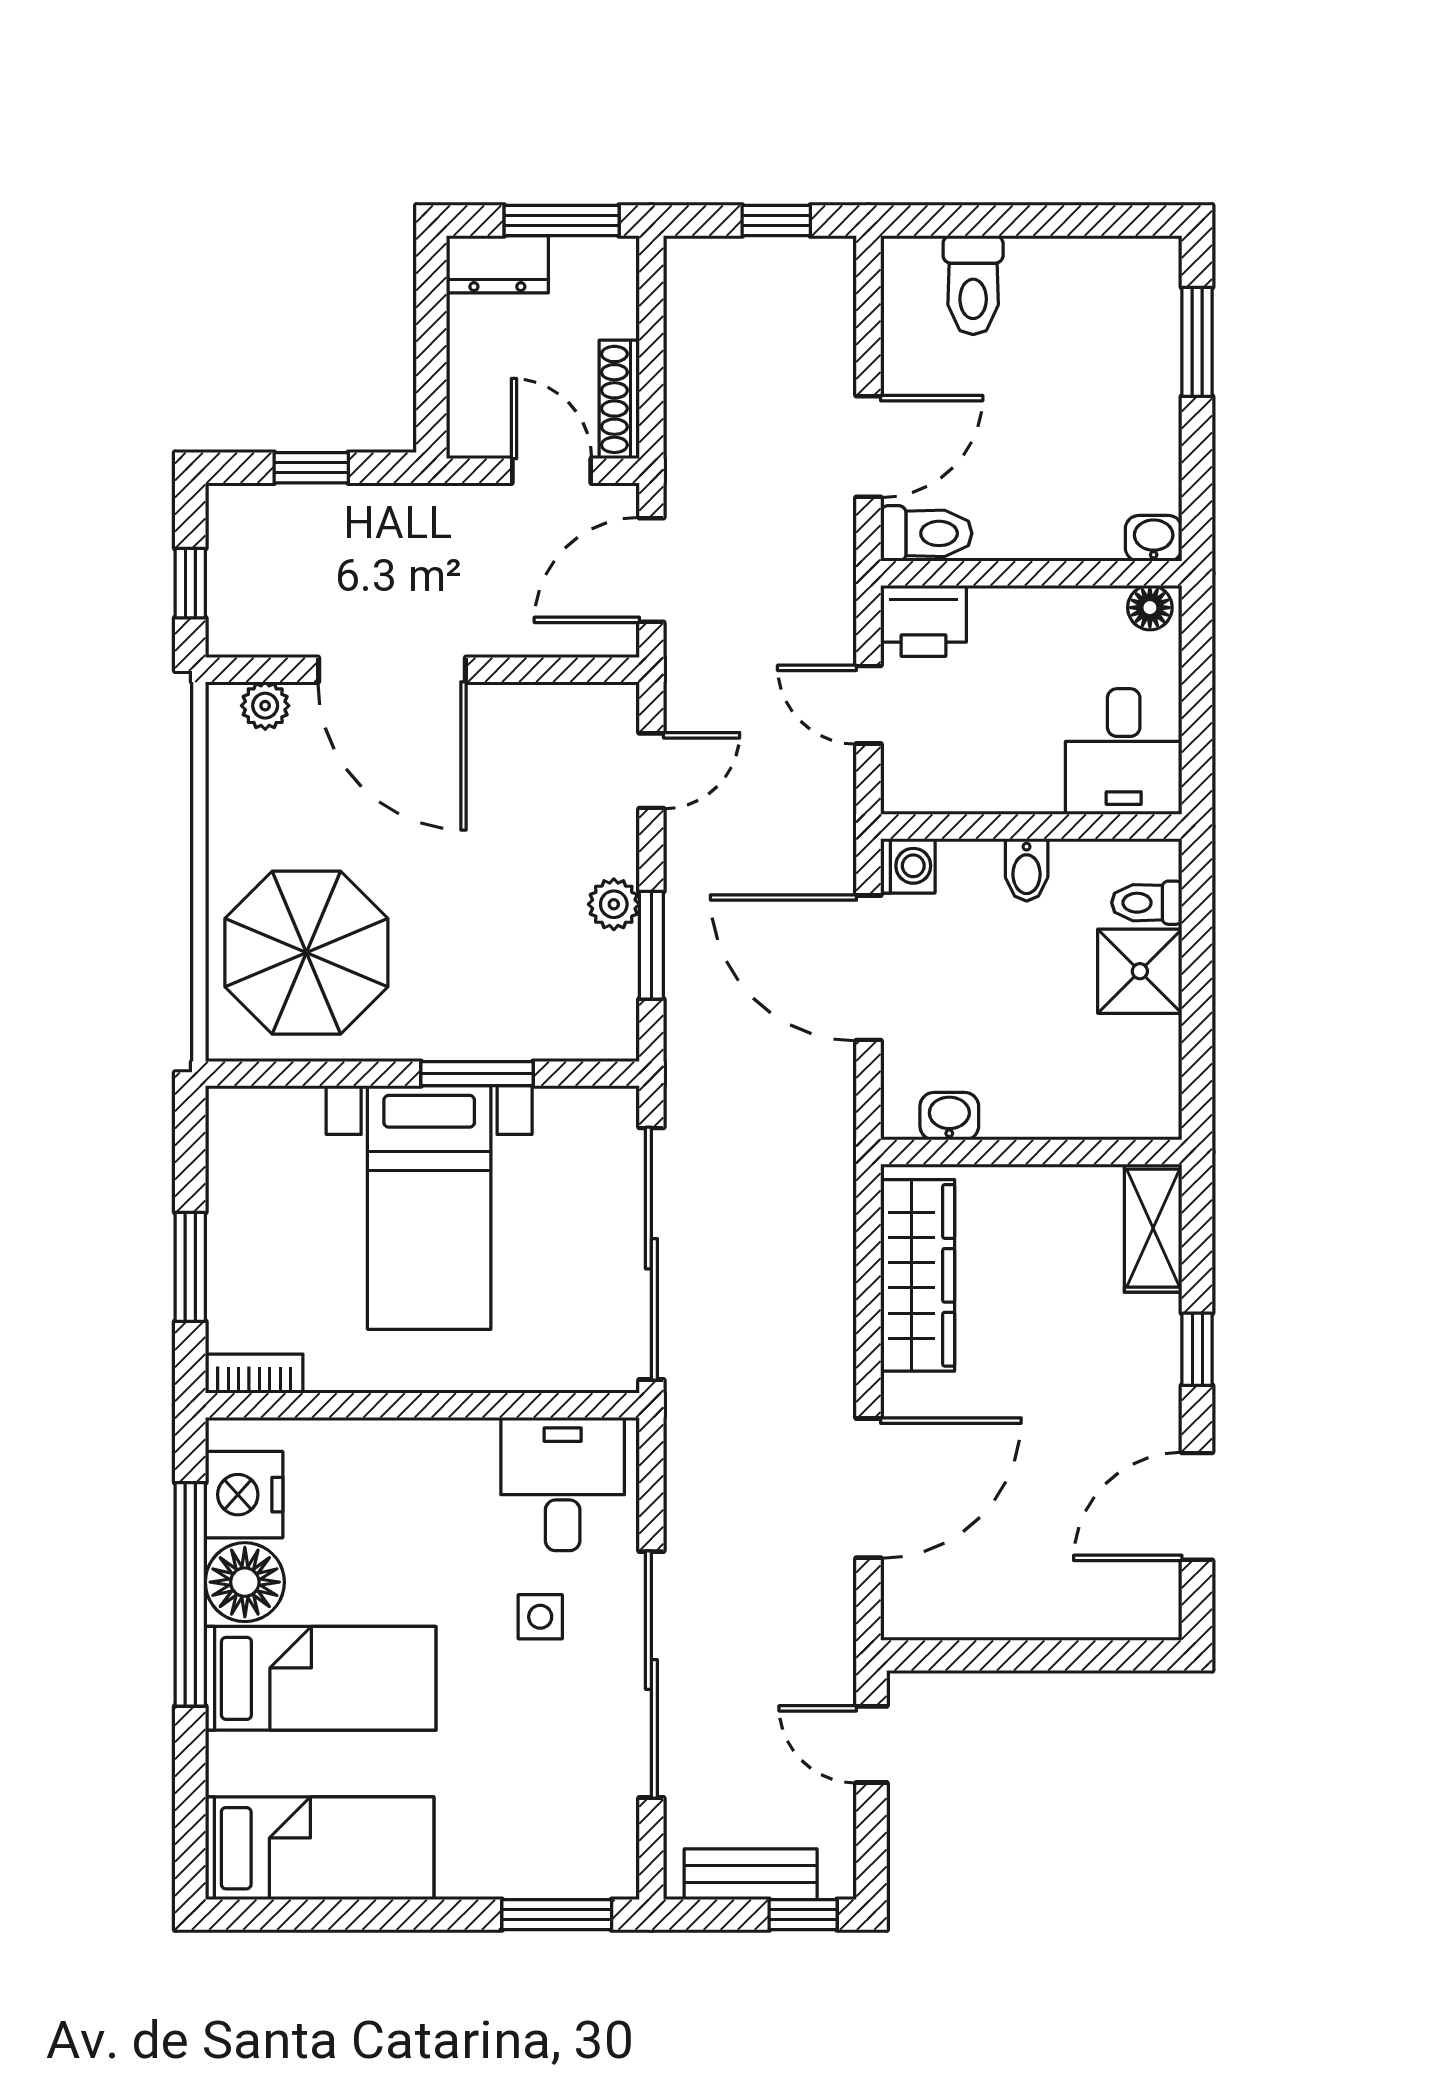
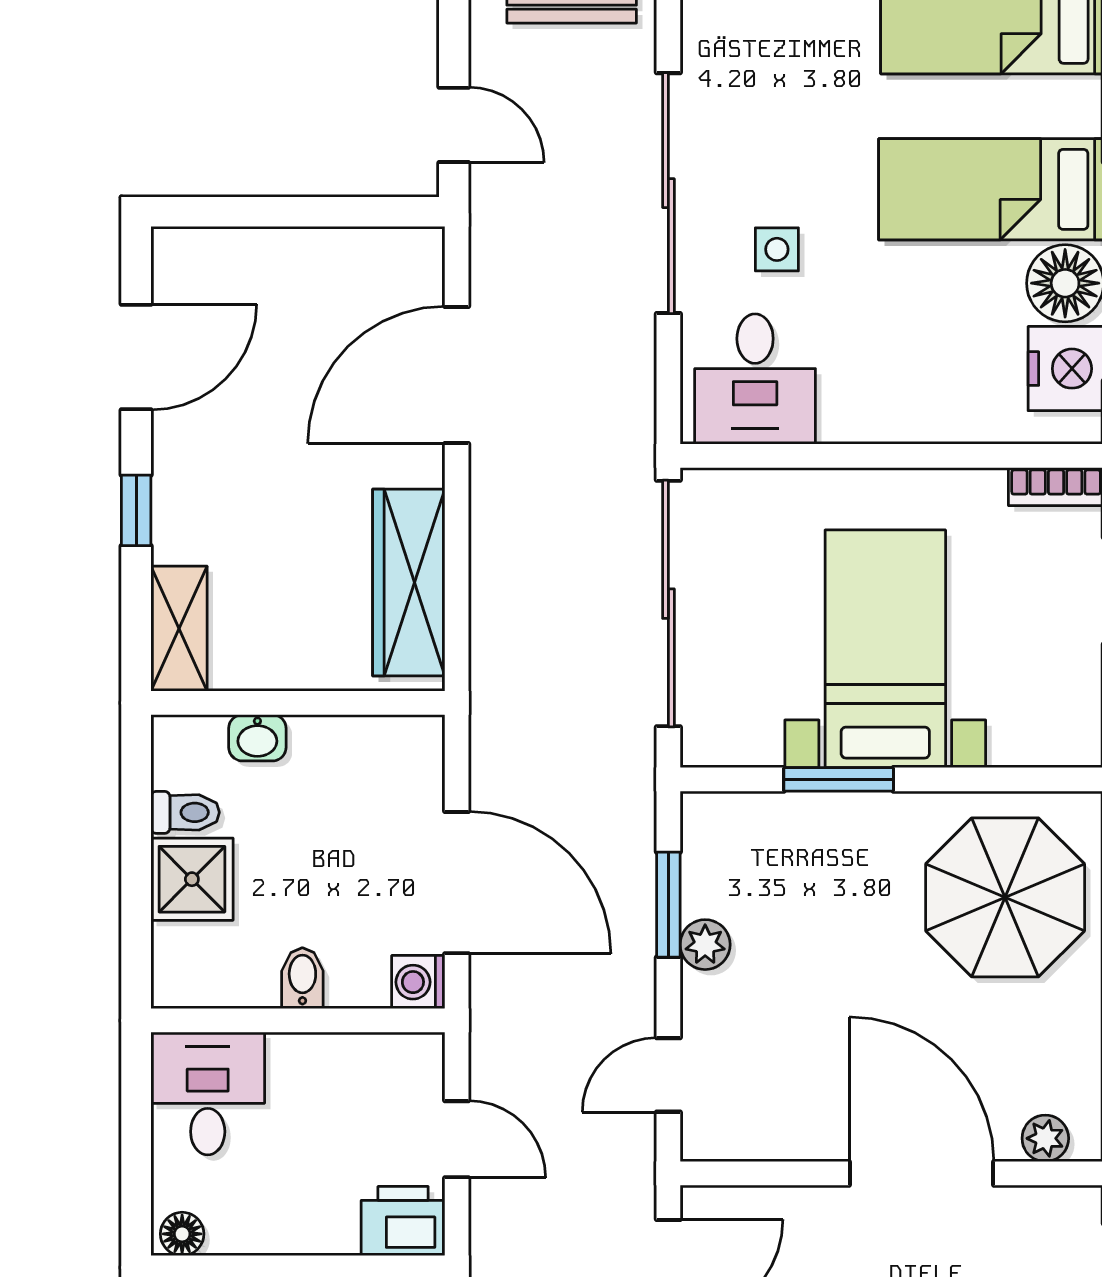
toilet: (1147, 903) -> (185, 812), moved
washbasin: (949, 1116) -> (257, 738), moved

